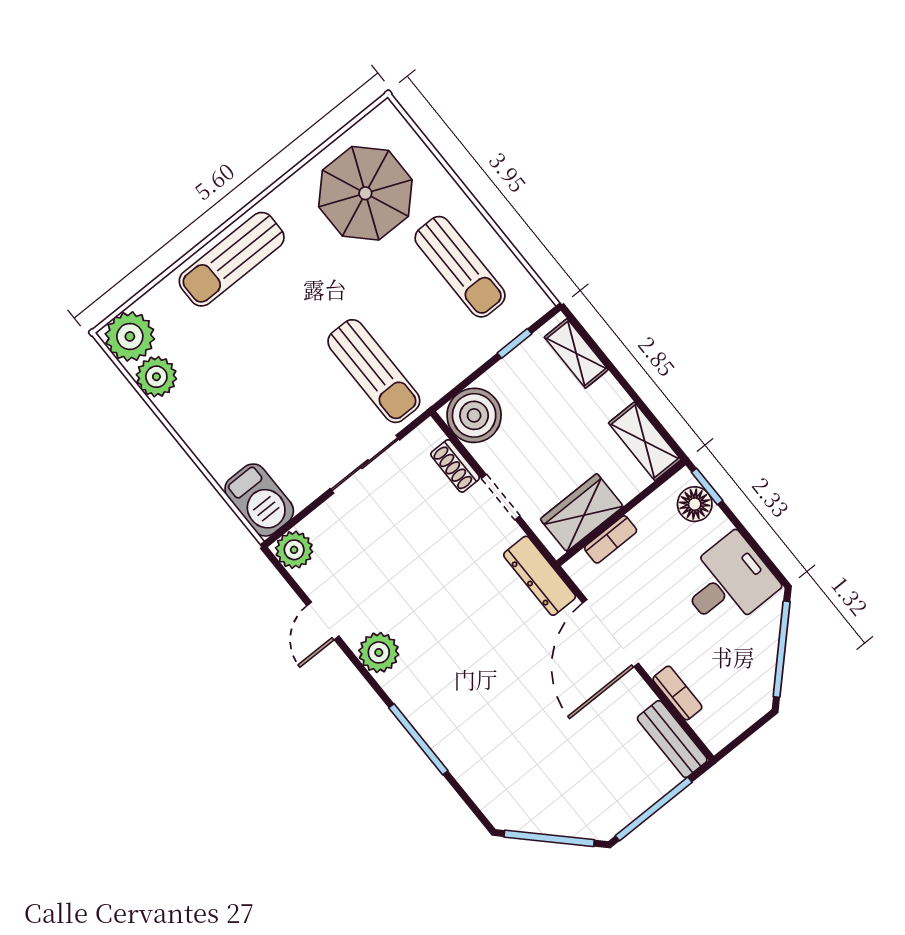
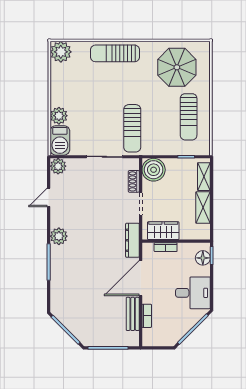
plant: (156, 377) -> (59, 116), moved
shelving: (645, 441) -> (203, 208), moved
plant: (379, 652) -> (59, 236), moved
bench: (672, 739) -> (133, 314), moved

